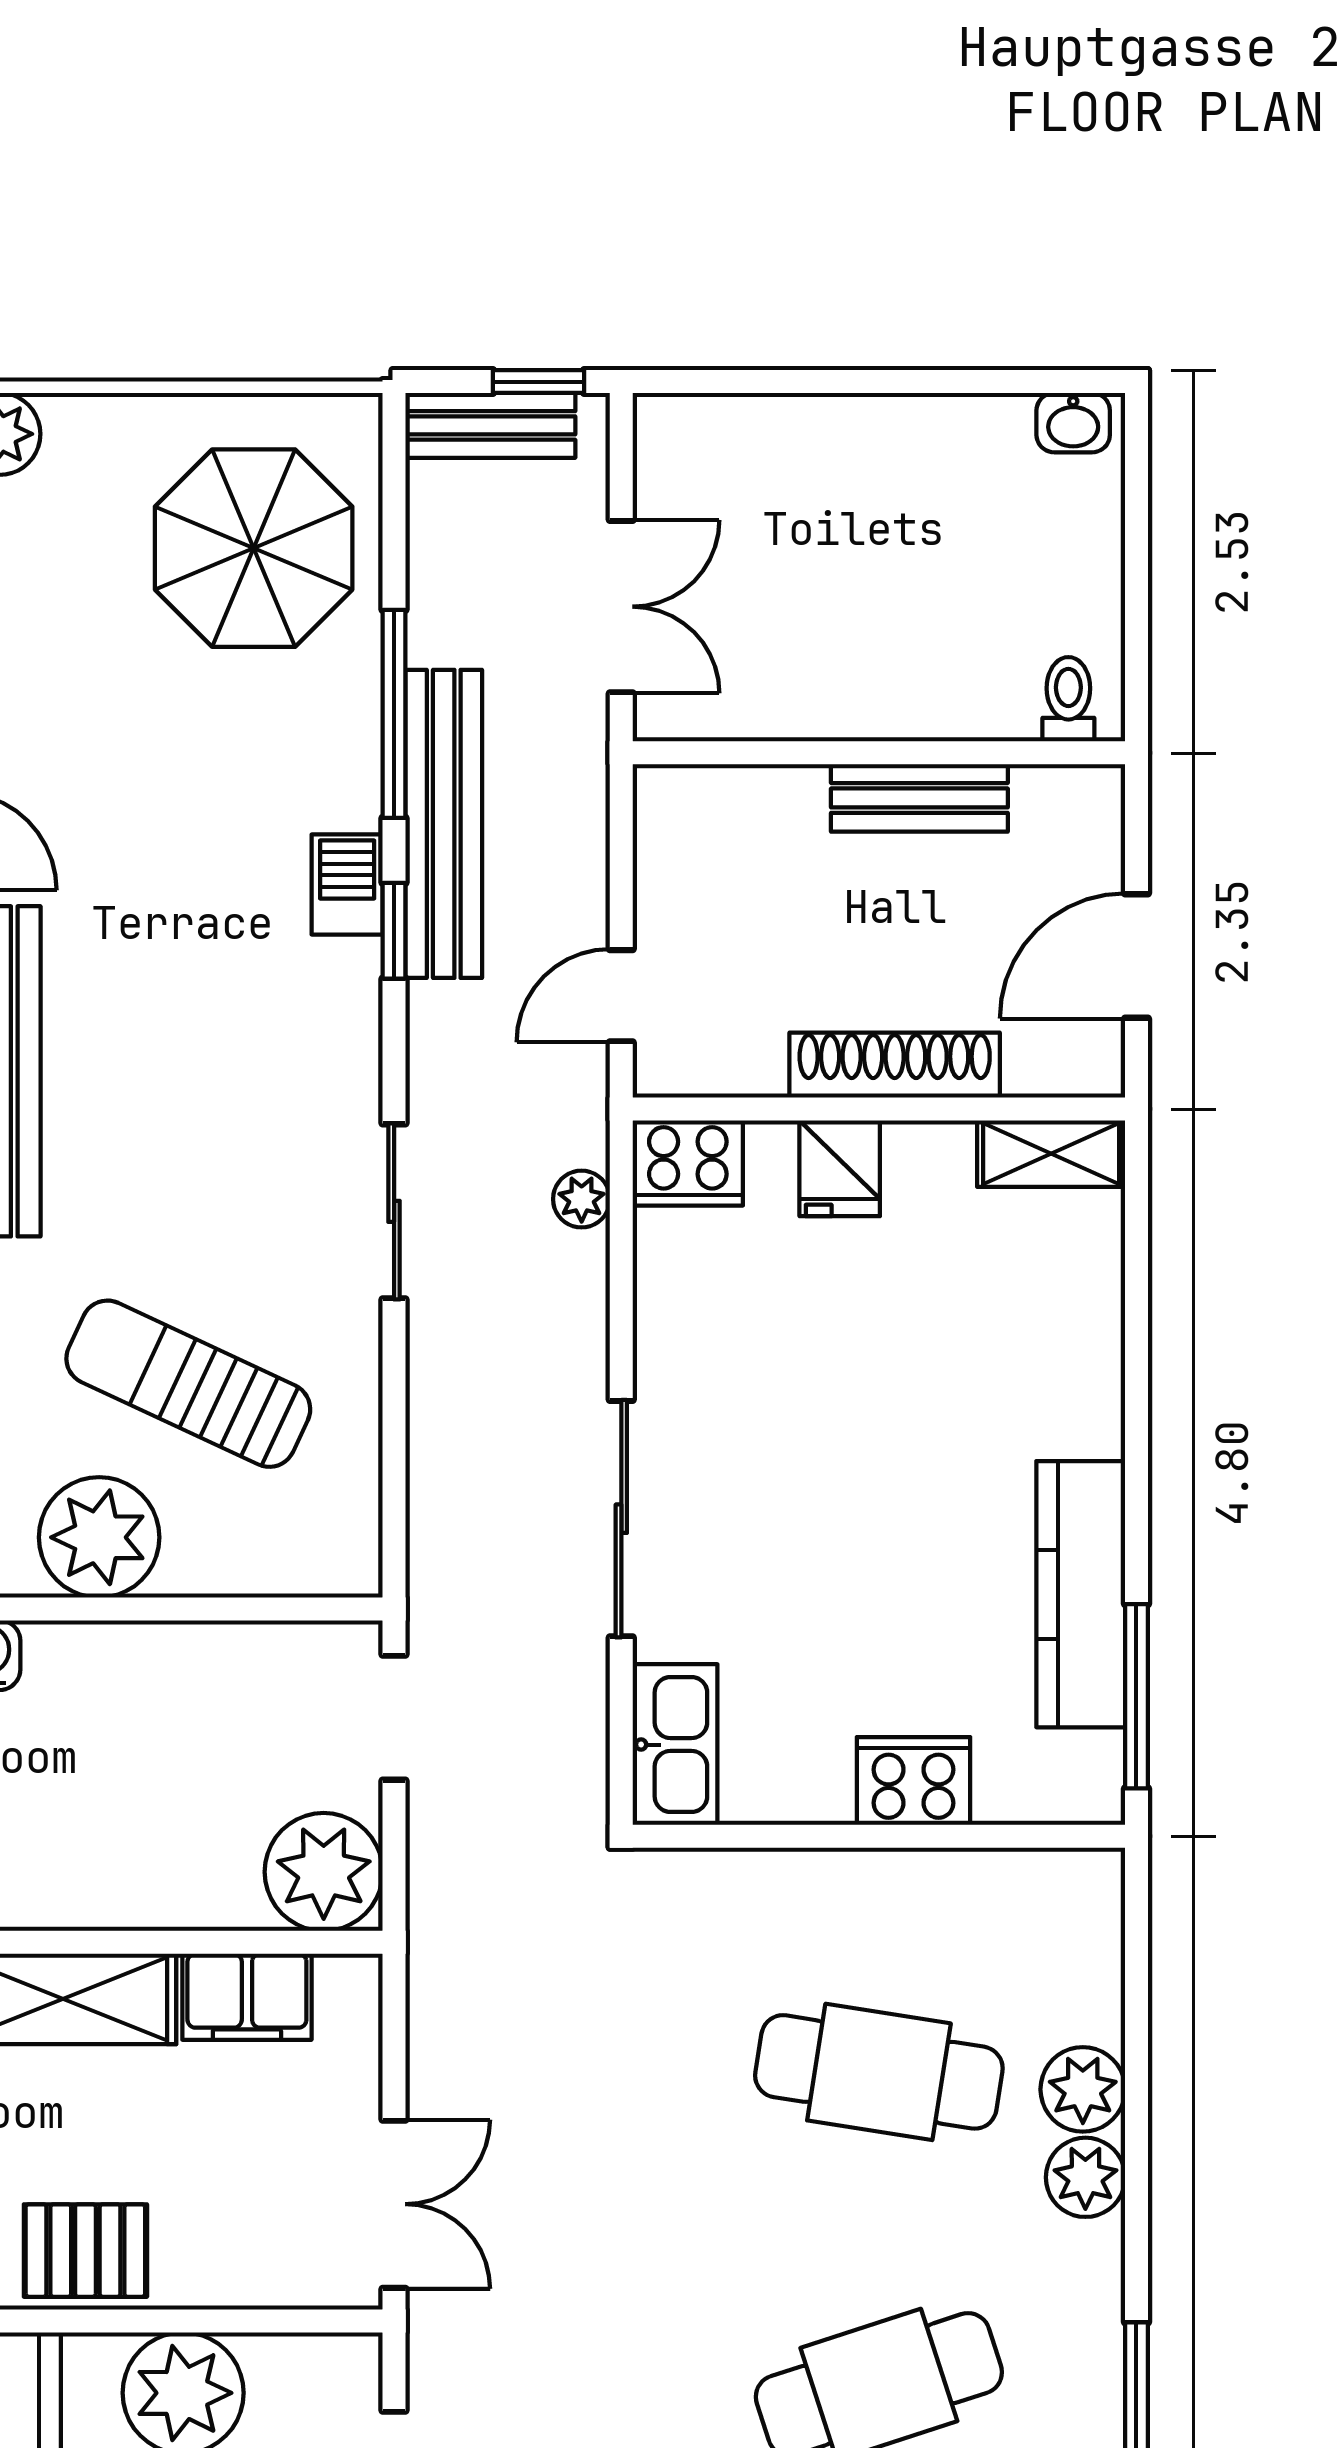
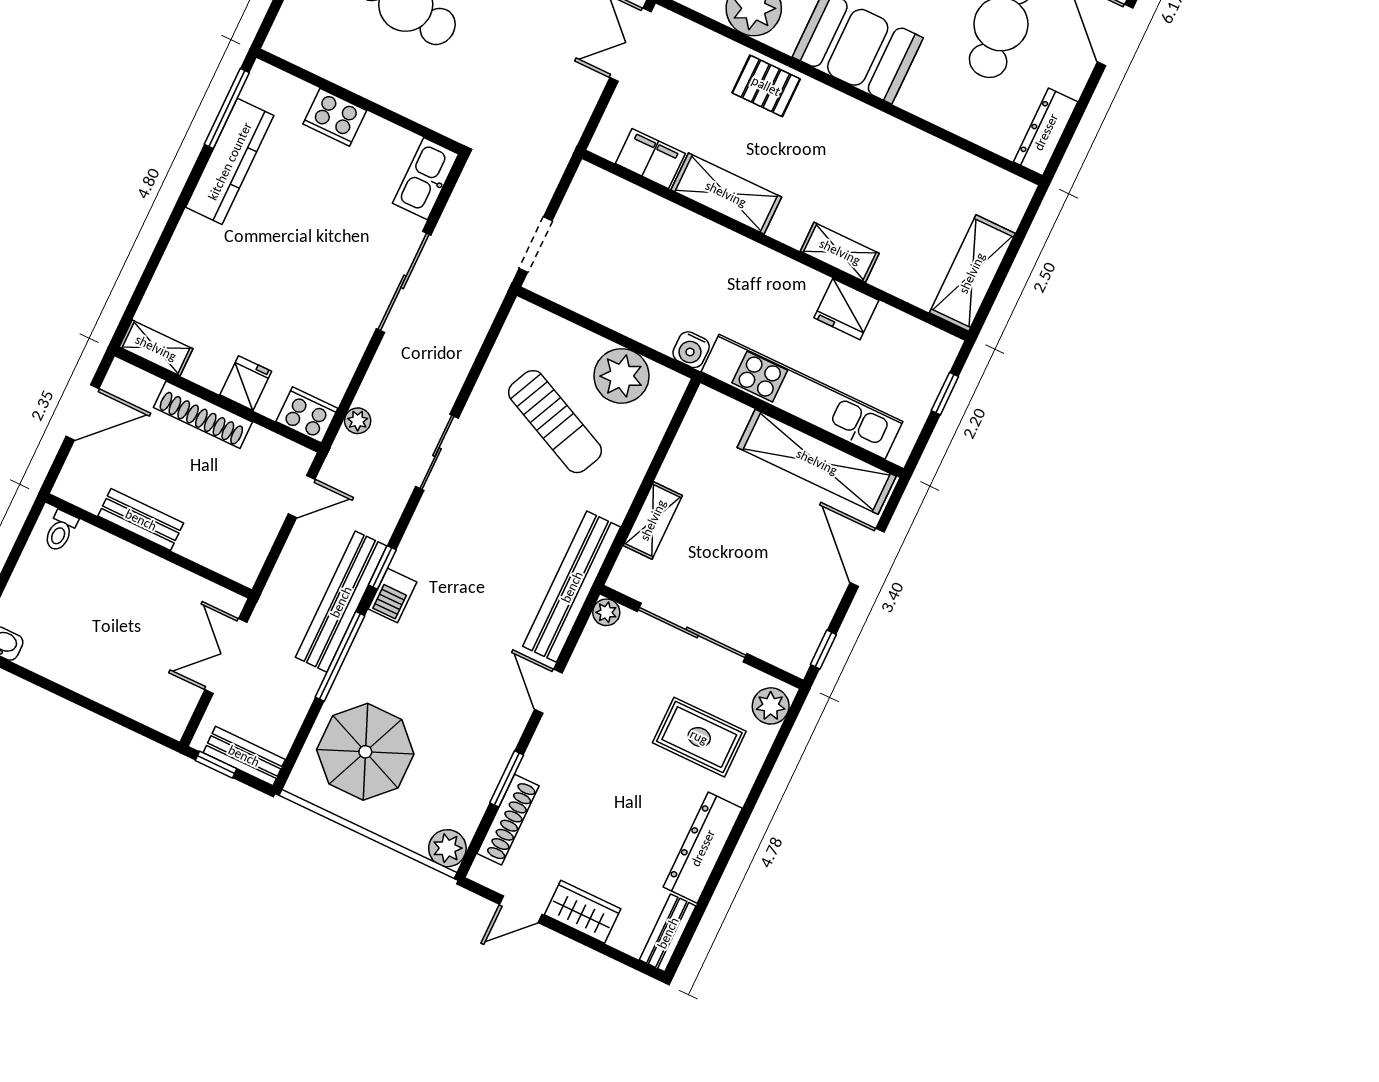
plant: (324, 1872) -> (595, 195), removed

